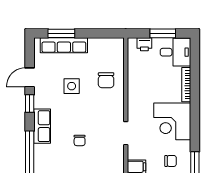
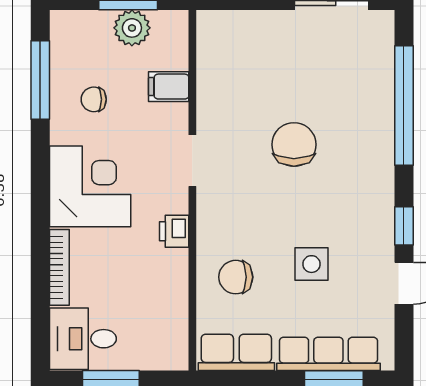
printer: (144, 44) -> (174, 231), moved, turned -90
chair: (106, 80) -> (236, 277), turned -90
row of seats: (42, 126) -> (236, 352), moved, turned 90
chair: (80, 140) -> (294, 145), width x1.87, depth x1.87

